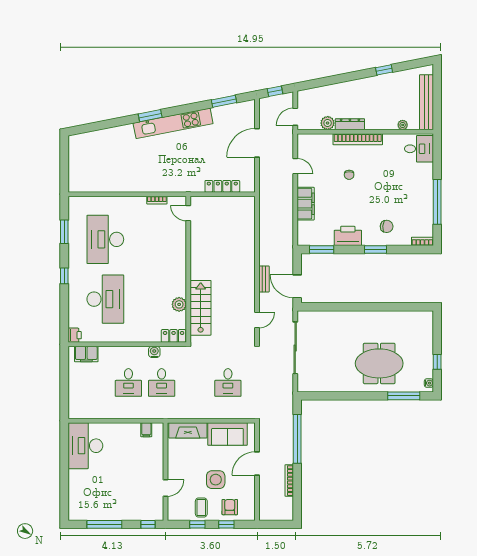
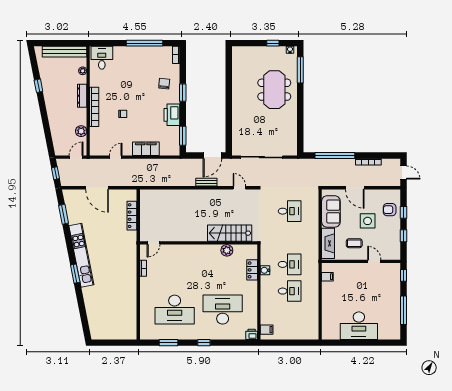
door: (295, 117) -> (76, 157), swing flipped
dresser: (350, 124) -> (82, 96), moved
locker: (174, 336) -> (252, 270), moved
filing cabinet: (86, 354) -> (267, 330), width x0.50
desk: (85, 446) -> (359, 326), moved
coffee table: (201, 508) -> (354, 243), moved
door: (276, 524) -> (404, 172), added

